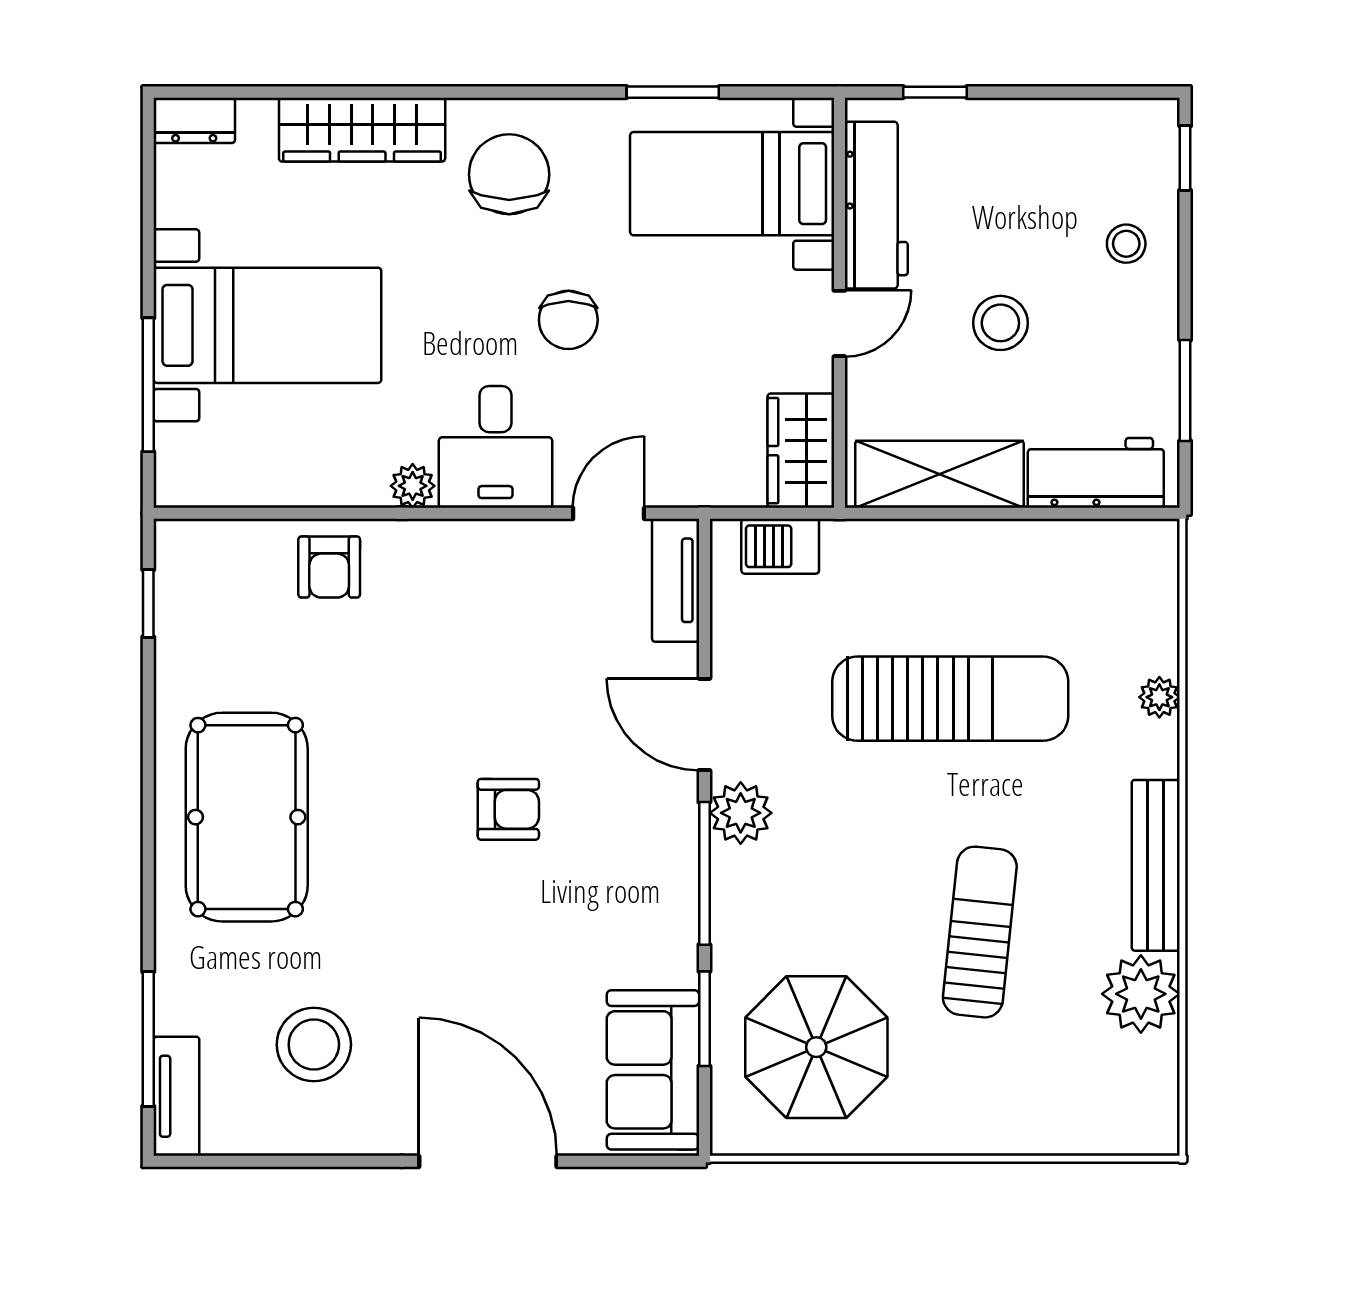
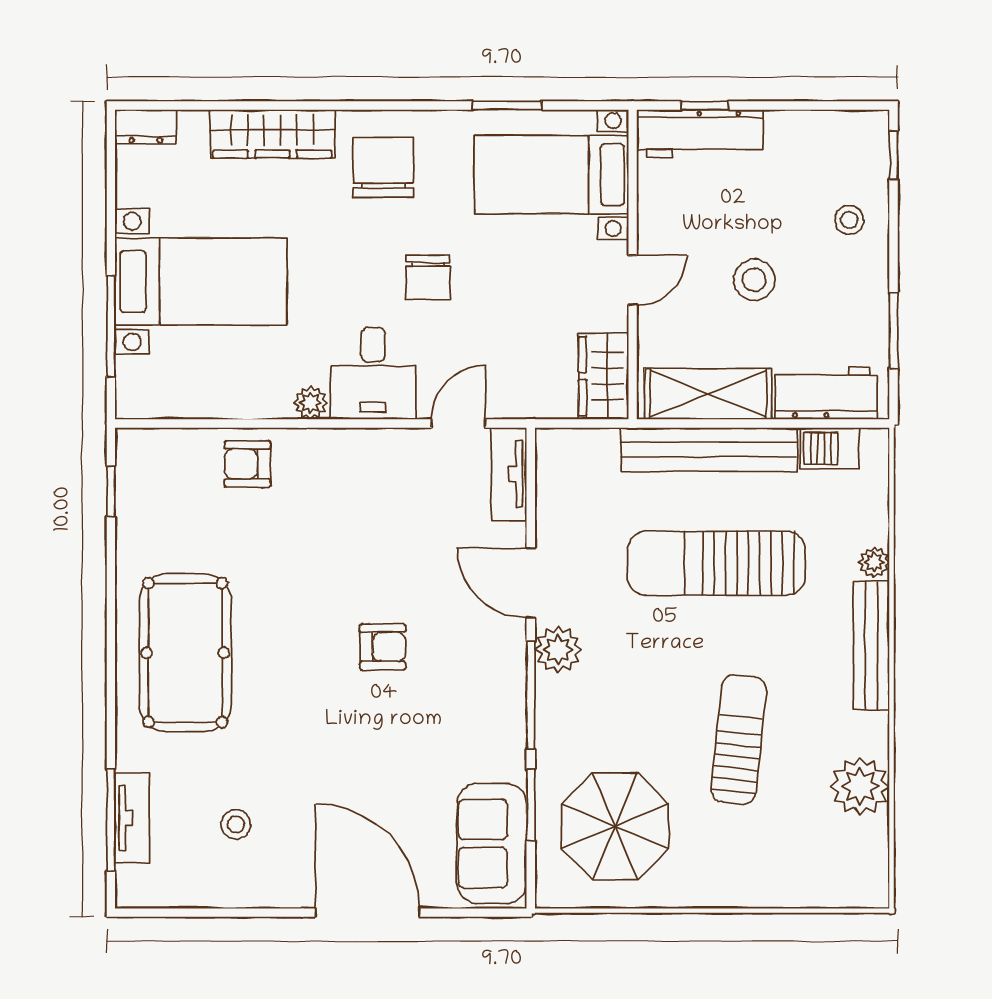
workbench: (876, 205) -> (700, 133), moved, turned 90
barbecue: (780, 546) -> (830, 448), moved
bench: (940, 548) -> (709, 449), added
armchair: (329, 567) -> (247, 464), turned 90
sun lounger: (950, 699) -> (716, 563), turned 180
bench: (1156, 865) -> (871, 645), moved
stool: (314, 1045) -> (236, 824), width x0.53, depth x0.53
tv unit: (176, 1096) -> (132, 818), moved

